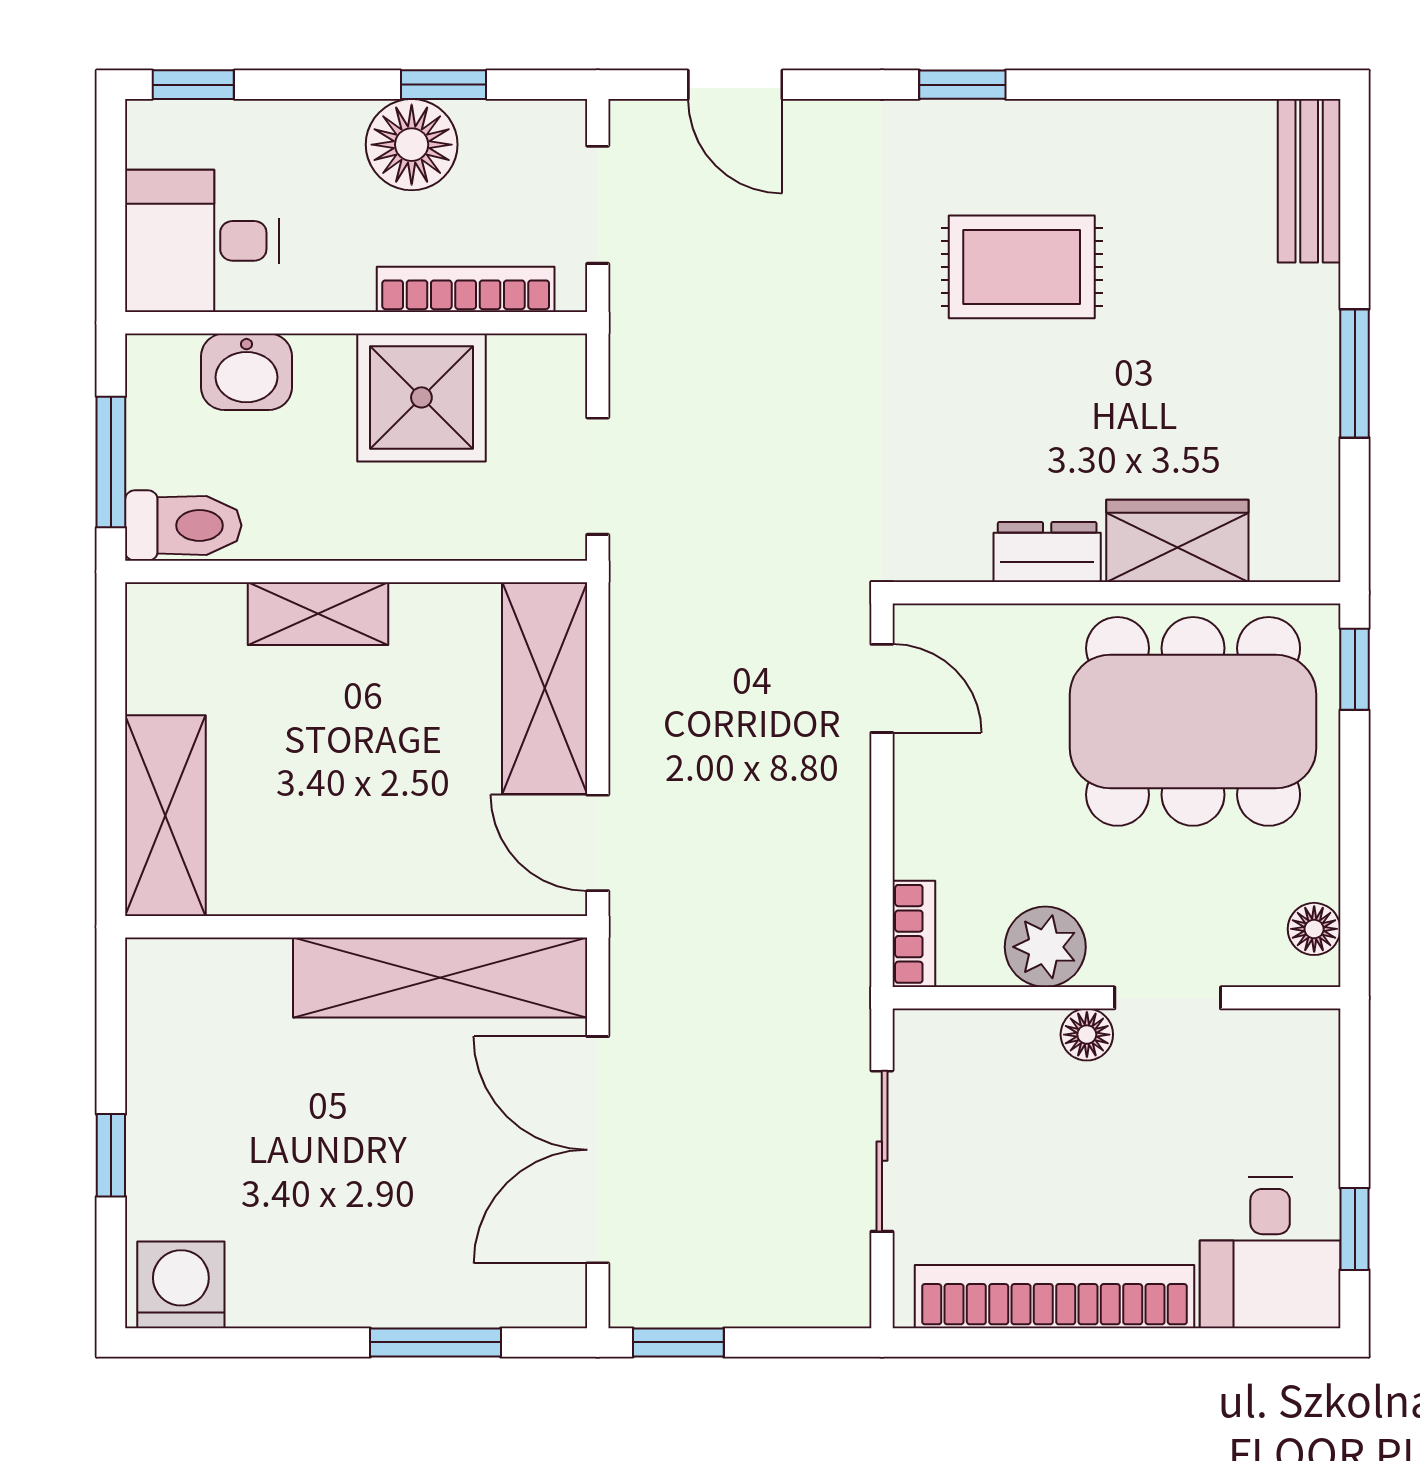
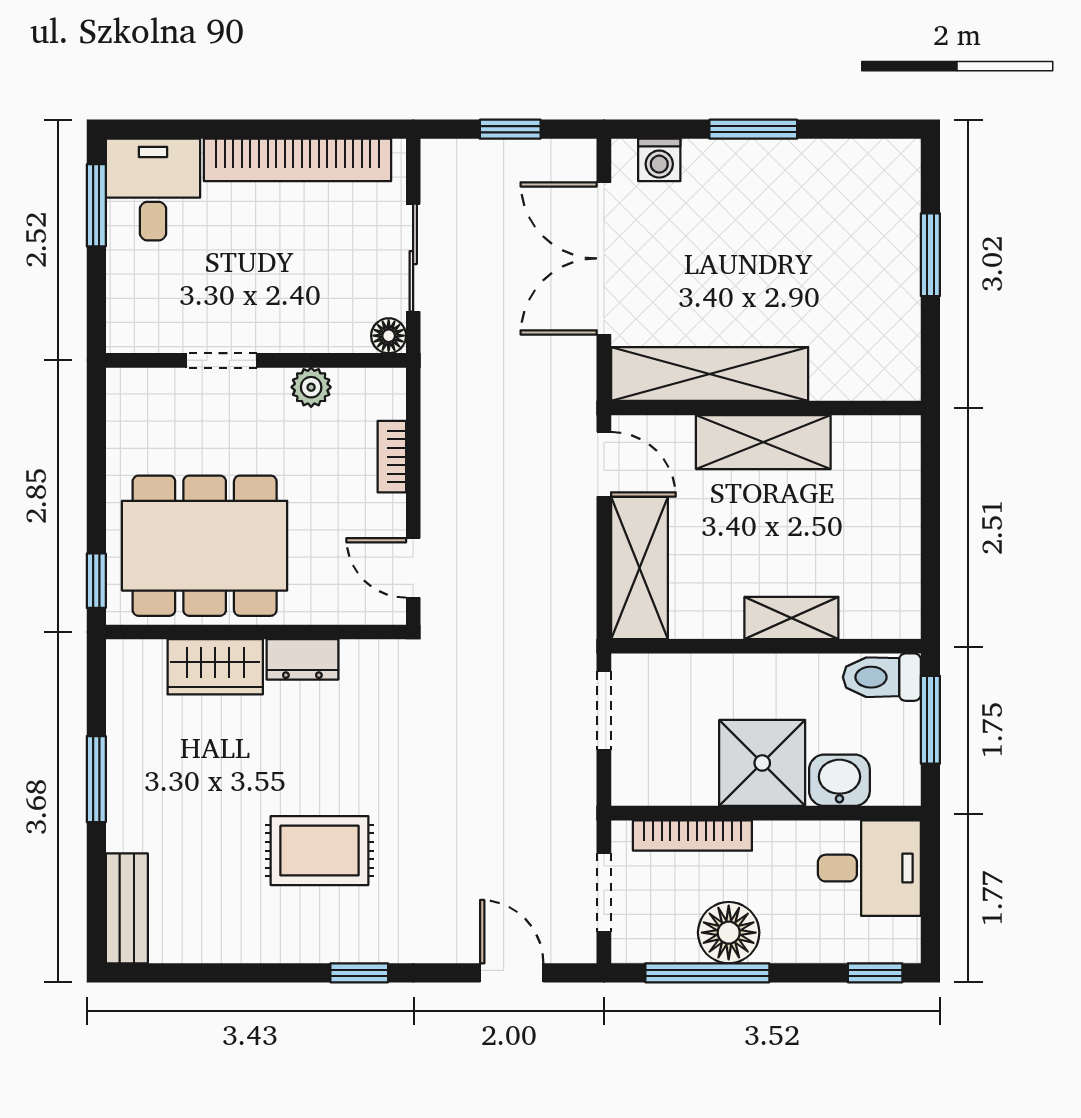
window: (443, 85) -> (707, 973), width x2.17
shower: (421, 397) -> (762, 763), moved
shelving: (165, 816) -> (763, 442), moved, turned 90
floor lamp: (1314, 929) -> (123, 407), removed
bookcase: (914, 934) -> (392, 457), moved
plant: (1045, 947) -> (311, 387), width x0.73, depth x0.73
floor lamp: (1087, 1035) -> (389, 336), moved
double door: (598, 1150) -> (604, 258), swing flipped
window: (111, 1155) -> (930, 255), width x1.50
window: (1355, 1229) -> (96, 205), width x1.50
washing machine: (181, 1285) -> (659, 160), moved, width x0.73, depth x0.73
window: (436, 1342) -> (753, 129), moved
window: (678, 1342) -> (510, 129), moved

